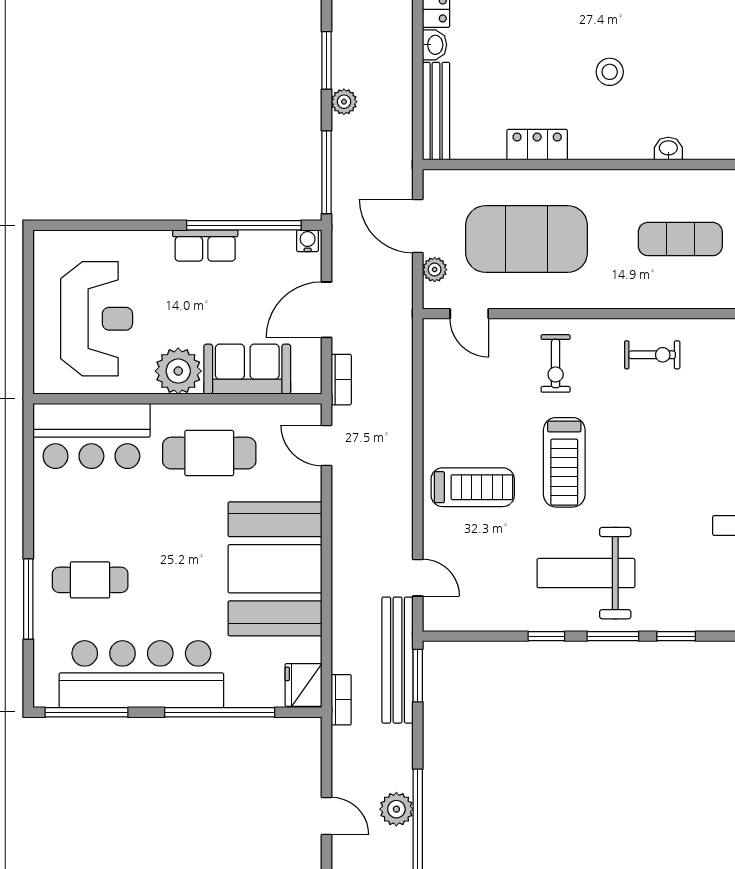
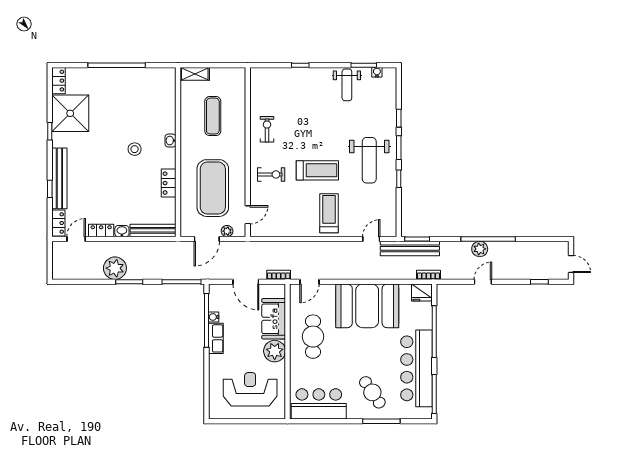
plant: (344, 102) -> (115, 268), moved, width x1.88, depth x1.88
washbasin: (668, 149) -> (170, 141), moved
water cooler: (308, 241) -> (214, 317), moved
bar counter: (91, 436) -> (319, 404), moved, turned -90
cafe table: (90, 580) -> (372, 392), turned -34

